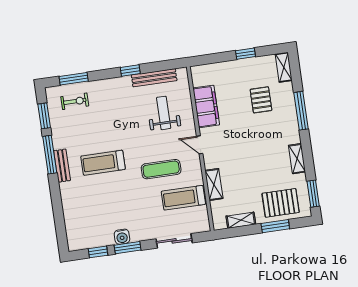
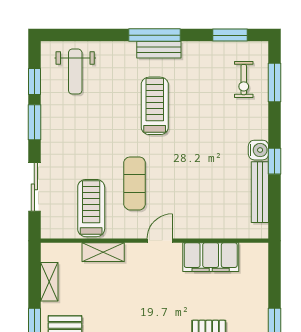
weight bench: (164, 113) -> (75, 72), moved, turned 90
window: (50, 155) -> (155, 35), moved
water cooler: (122, 237) -> (258, 150), moved, turned 180

